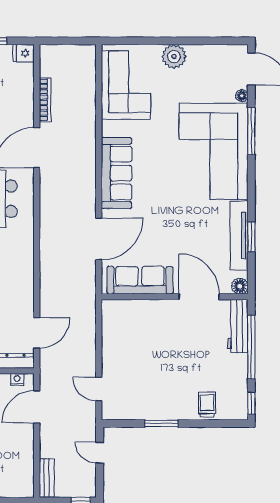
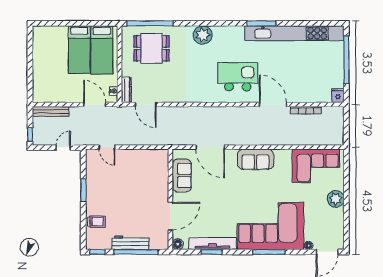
window: (251, 131) -> (269, 252), moved
sofa: (117, 173) -> (255, 159), width x0.73
sofa: (140, 280) -> (182, 175), width x0.73
workbench: (238, 326) -> (130, 243), moved
door: (99, 389) -> (107, 147), swing flipped
bench: (47, 478) -> (51, 111), width x1.36

